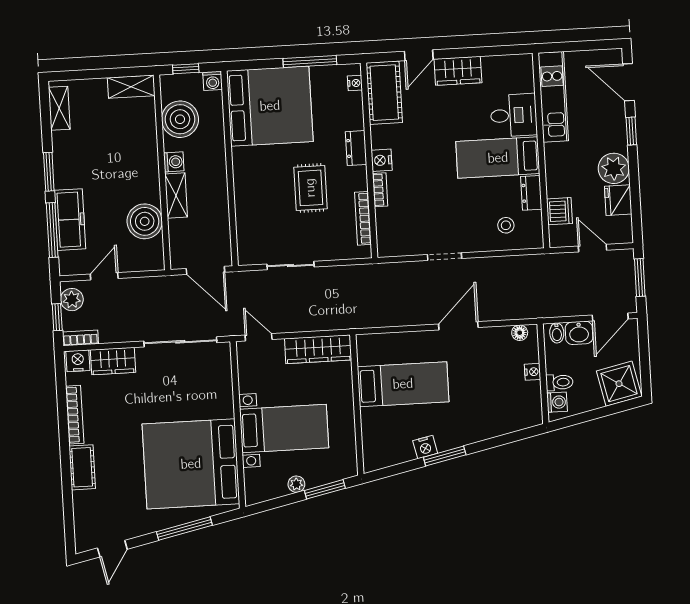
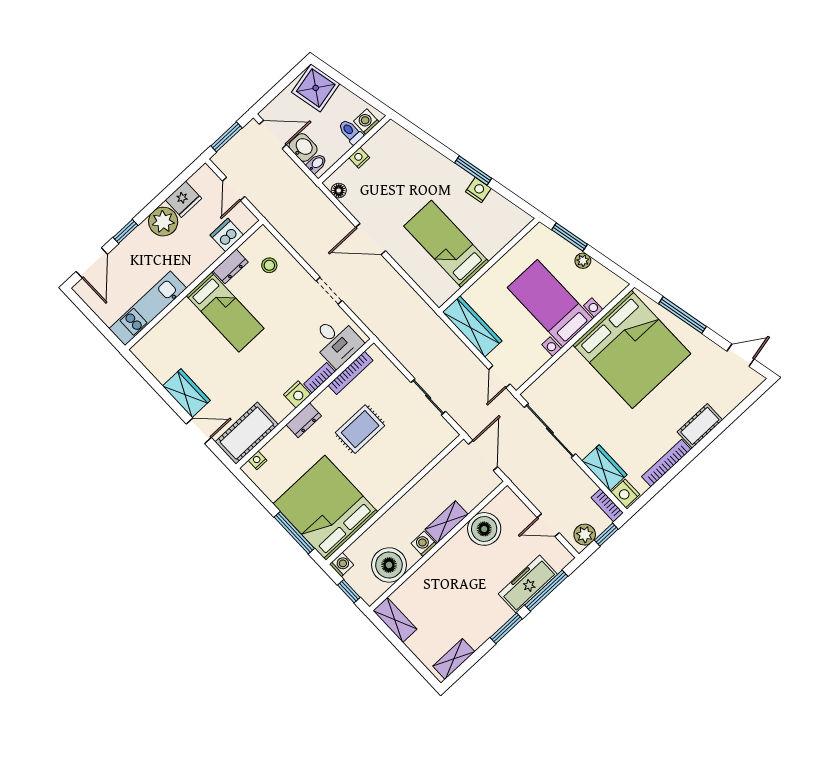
window: (310, 62) -> (294, 533), moved
desk: (514, 115) -> (336, 341), moved, turned 180

